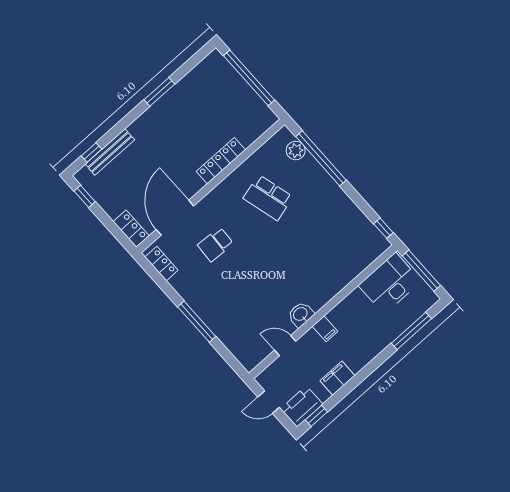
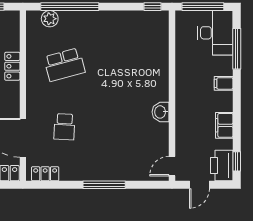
locker: (221, 161) -> (12, 66), width x0.66
desk: (390, 283) -> (215, 33), moved, turned 180
filing cabinet: (325, 329) -> (224, 83), moved, turned 180
door: (285, 346) -> (172, 166), moved

